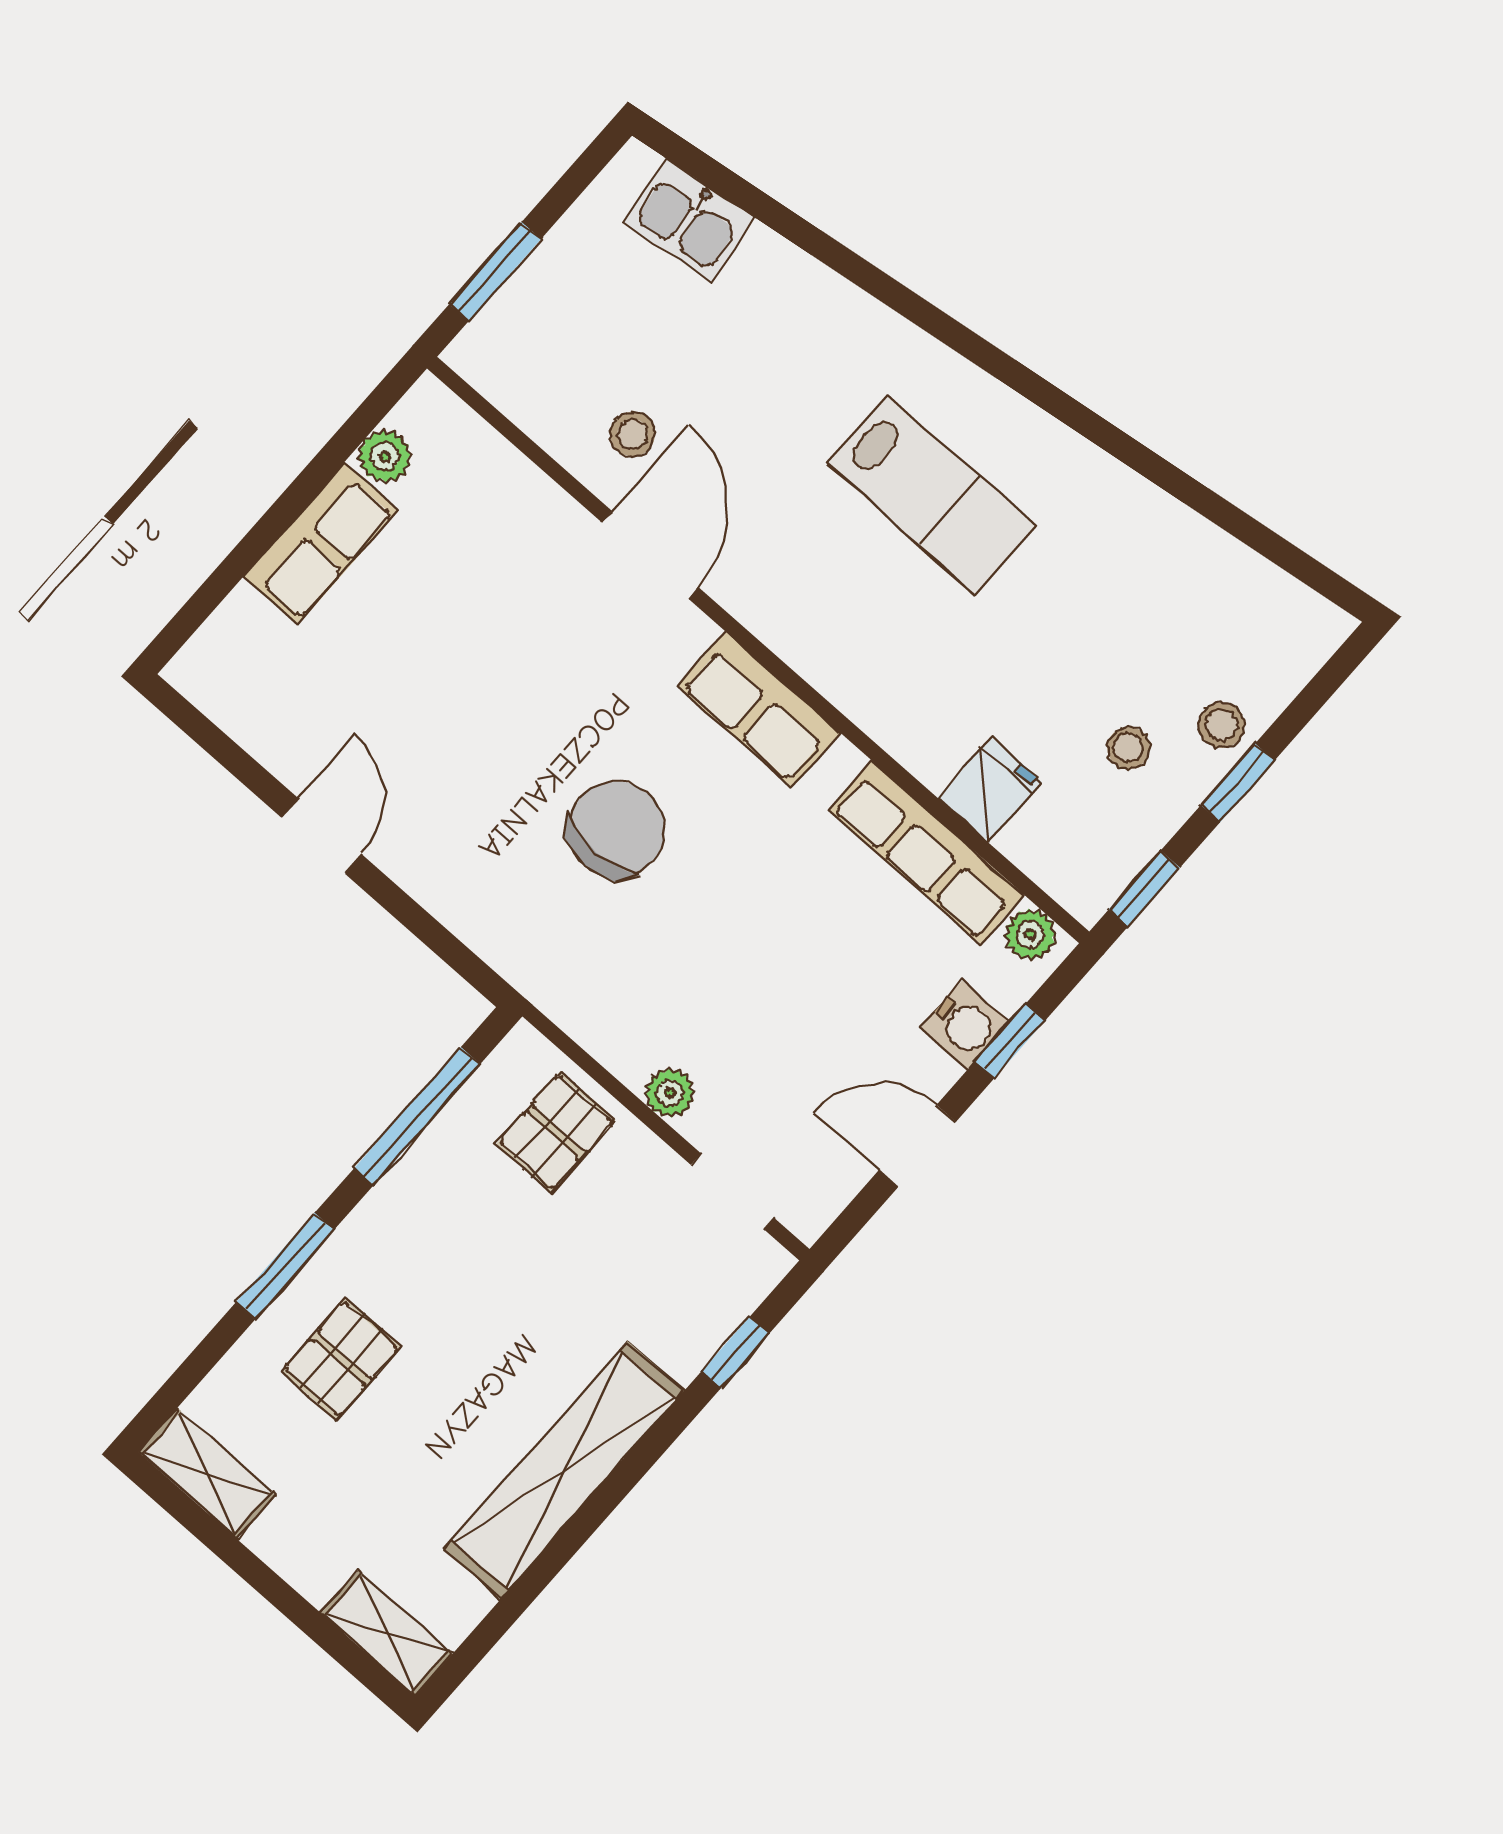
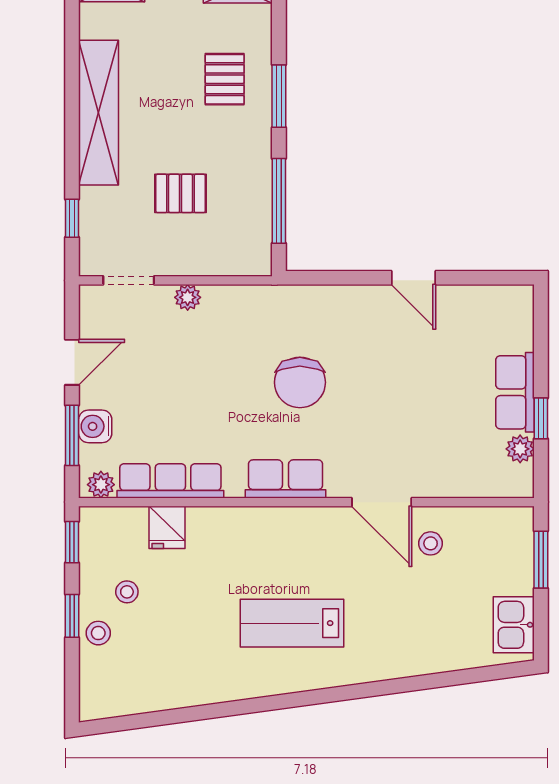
kitchen sink: (689, 220) -> (514, 625), moved, turned -82
window: (317, 474) -> (541, 418), added
window: (1010, 1041) -> (72, 435), width x1.50
pallet: (556, 1132) -> (181, 193), moved, turned 90

